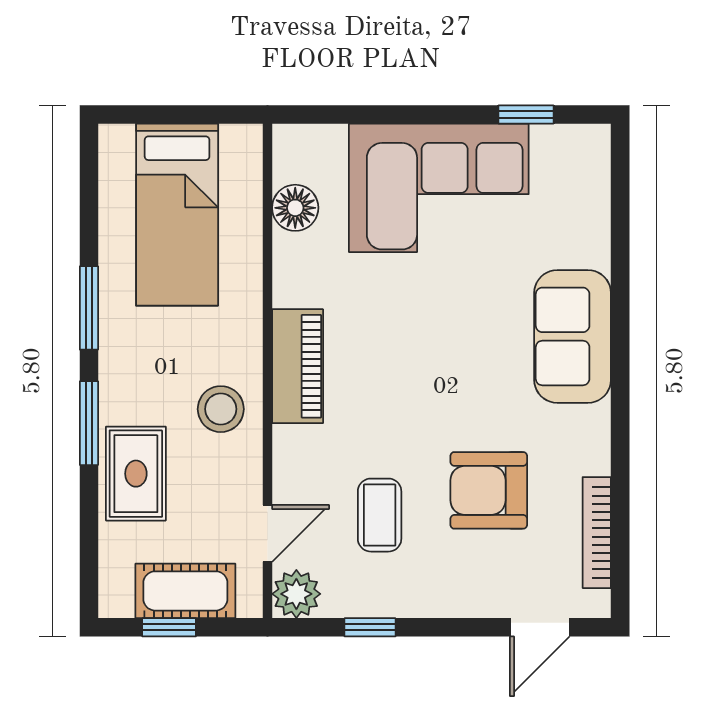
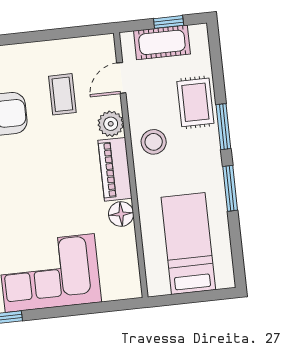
floor lamp: (295, 208) -> (121, 214), moved
plant: (296, 594) -> (111, 124), moved
window: (370, 627) -> (61, 34), removed

